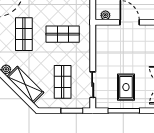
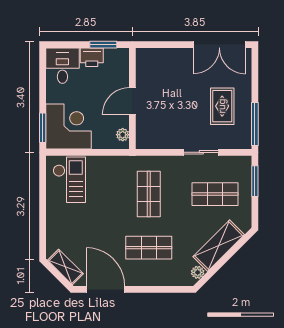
sliding door: (93, 85) -> (201, 152), moved
rug: (126, 87) -> (222, 106), turned 90
window: (124, 111) -> (255, 124), moved

